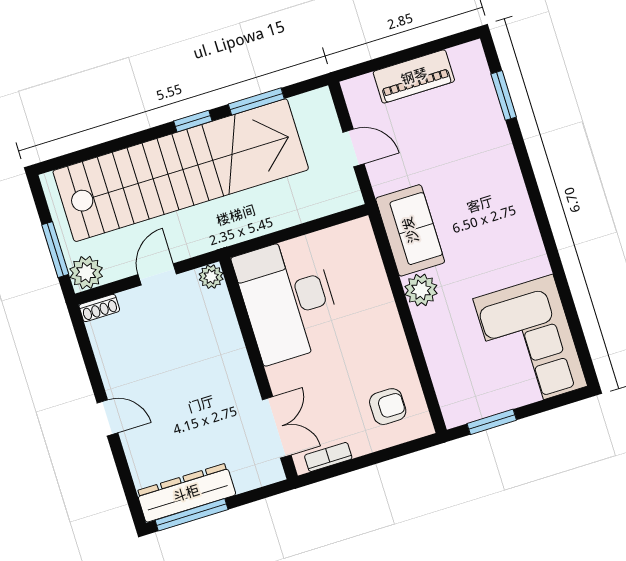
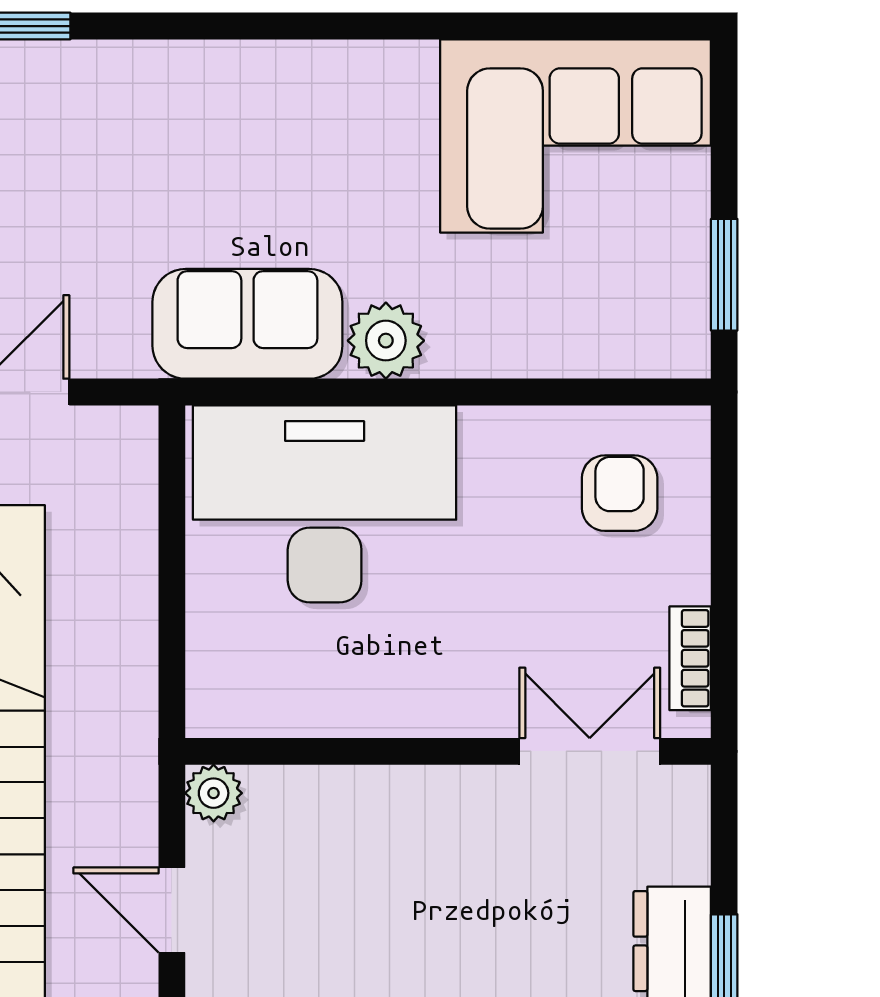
desk: (288, 300) -> (325, 504), moved, turned 180

